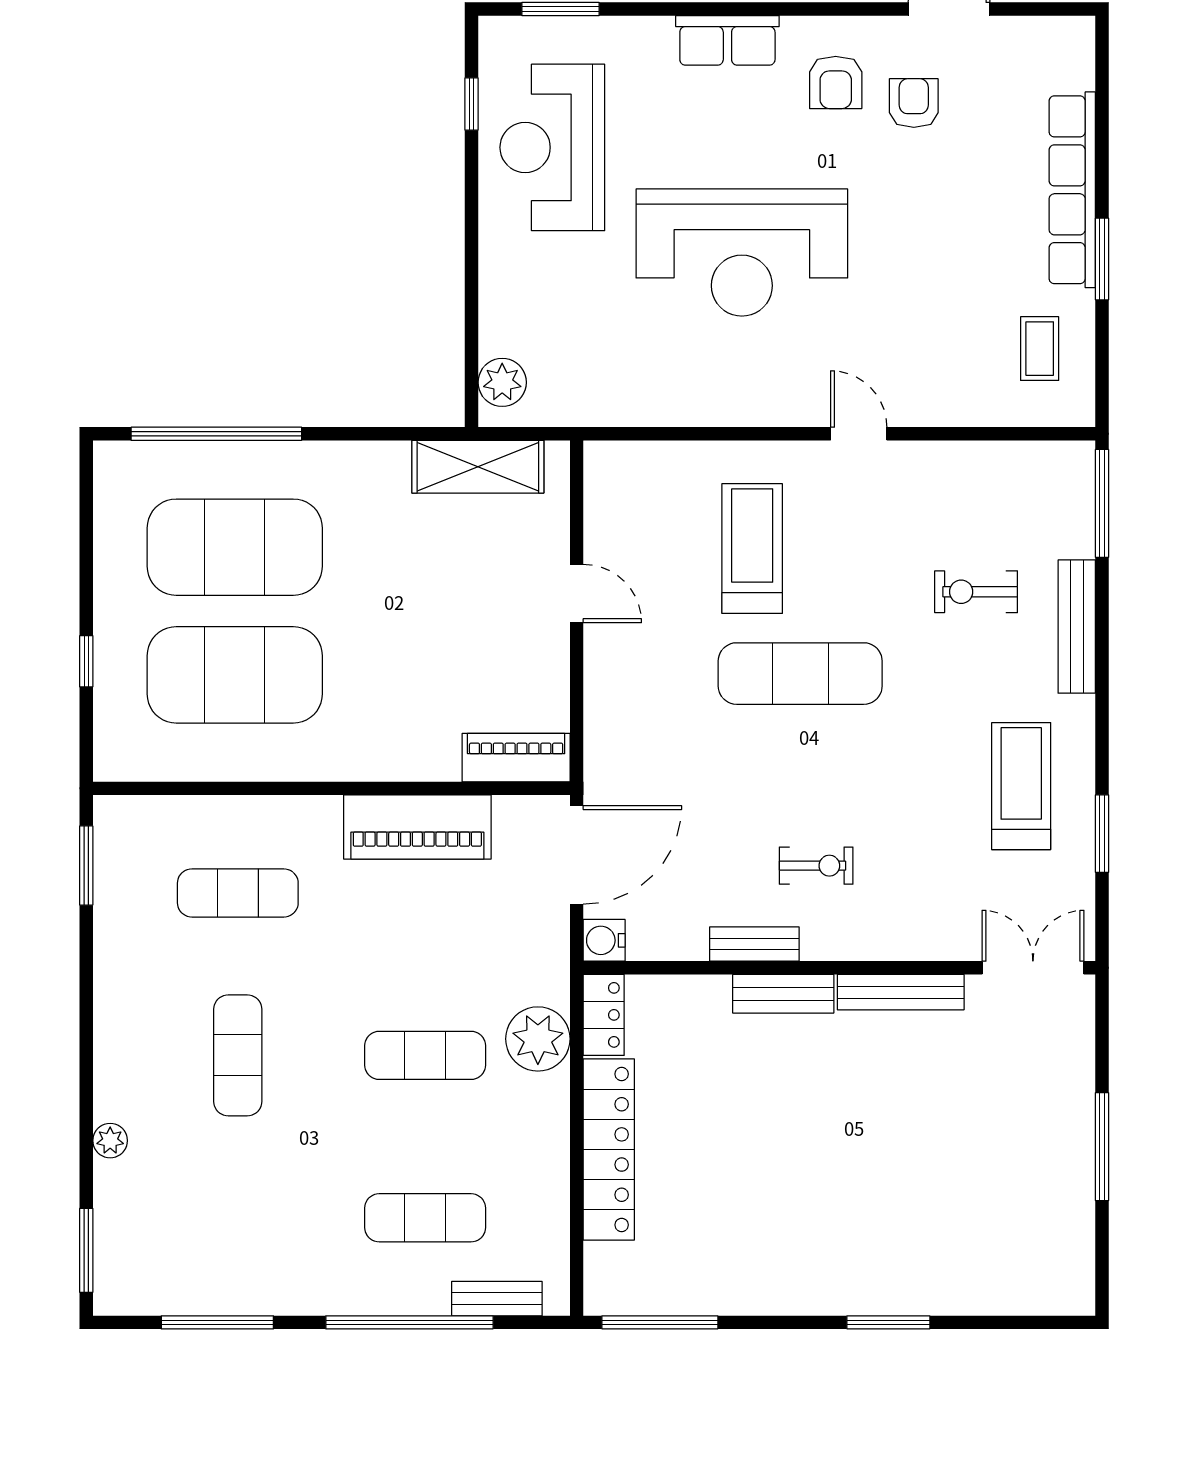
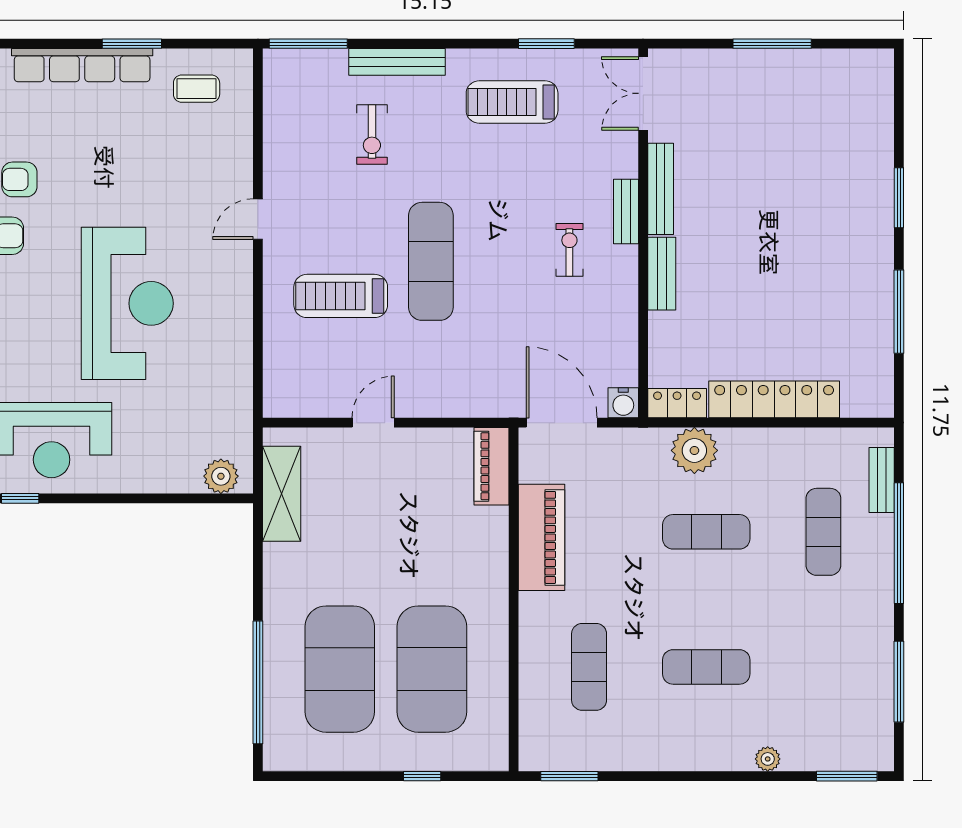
bench: (754, 944) -> (626, 211), moved
exercise mat: (425, 1055) -> (706, 532), turned 90
window: (660, 1322) -> (899, 312), moved

